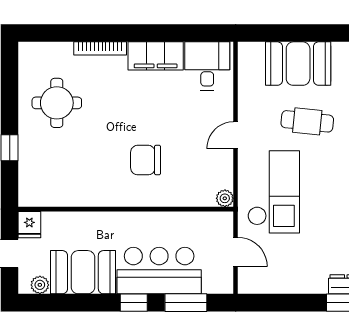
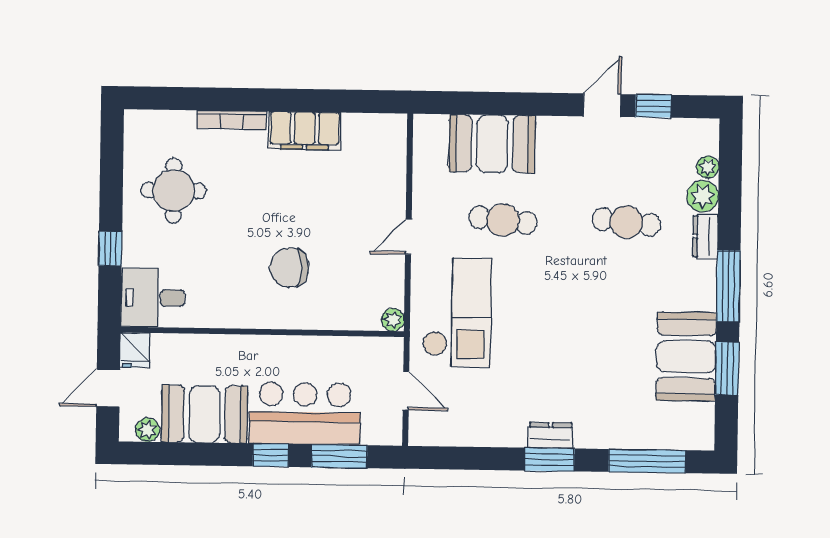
desk: (207, 66) -> (153, 298), moved, turned -90

